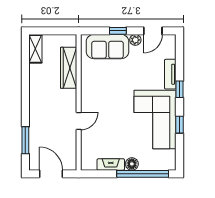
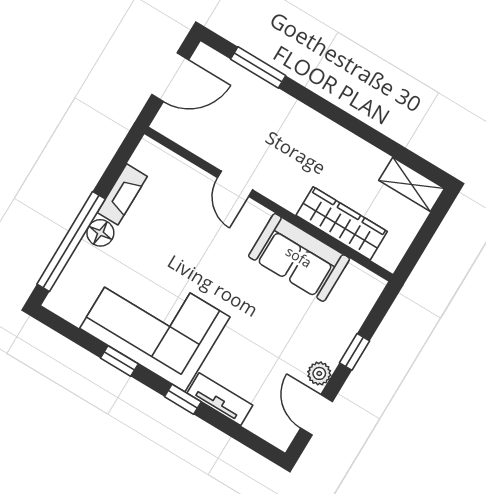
sofa: (108, 47) -> (299, 257), moved, turned -90

